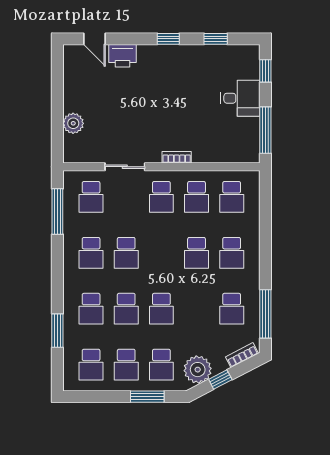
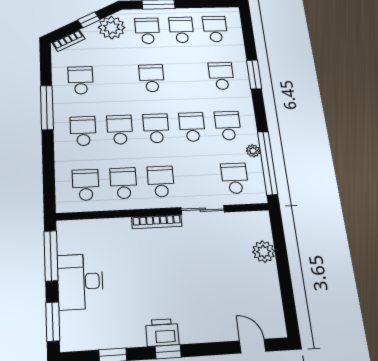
printer: (122, 56) -> (162, 332), moved
window: (265, 71) -> (53, 322), width x1.50
desk: (240, 98) -> (80, 282), width x1.37
bookcase: (177, 157) -> (157, 222), width x1.56
window: (57, 211) -> (267, 163), width x1.46
plant: (70, 225) -> (253, 151), added
school desk: (126, 309) -> (156, 128), moved
window: (265, 314) -> (47, 108), moved
window: (57, 331) -> (254, 74), moved

